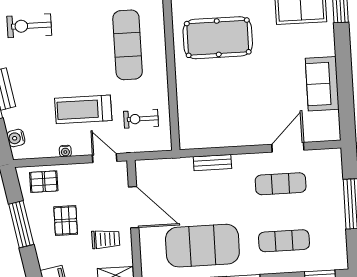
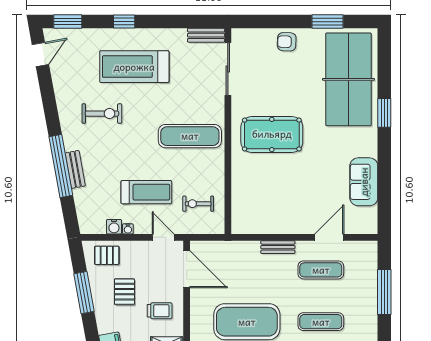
exercise bike: (29, 26) -> (102, 114), turned 180
exercise mat: (128, 45) -> (190, 136), turned 90
treadmill: (83, 109) -> (146, 192), turned 180
water cooler: (16, 138) -> (114, 227), moved, turned -80
bench: (212, 163) -> (278, 247), moved
door: (134, 207) -> (187, 269), moved

